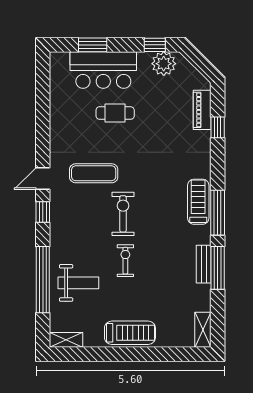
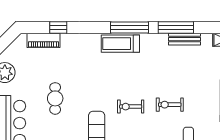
cafe table: (115, 113) -> (55, 98), moved
exercise bike: (123, 214) -> (131, 107), width x0.73, depth x0.72
bench: (204, 264) -> (184, 39), moved

